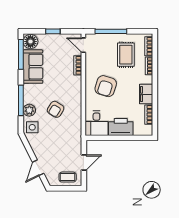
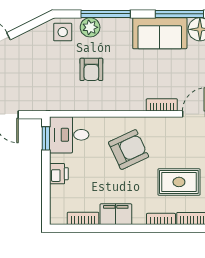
armchair: (106, 86) -> (129, 150), turned 137
armchair: (56, 109) -> (91, 69), turned -122
printer: (121, 127) -> (59, 174), width x0.53, depth x0.68
window: (99, 138) -> (46, 138), added

